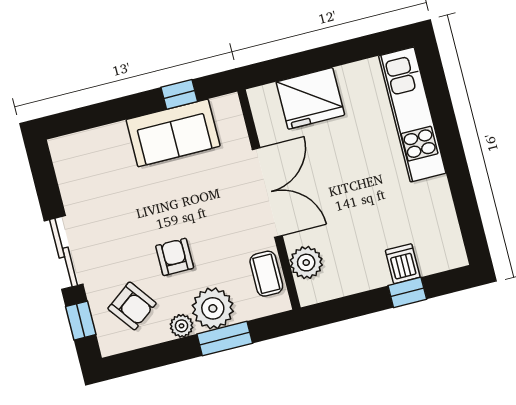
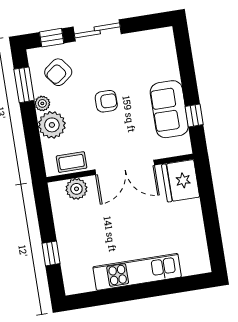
fridge: (310, 98) -> (181, 181), moved
kitchen unit: (412, 115) -> (137, 272), moved
armchair: (175, 257) -> (106, 101), moved
dishwasher: (403, 264) -> (70, 252), removed
window: (225, 339) -> (24, 85), moved

